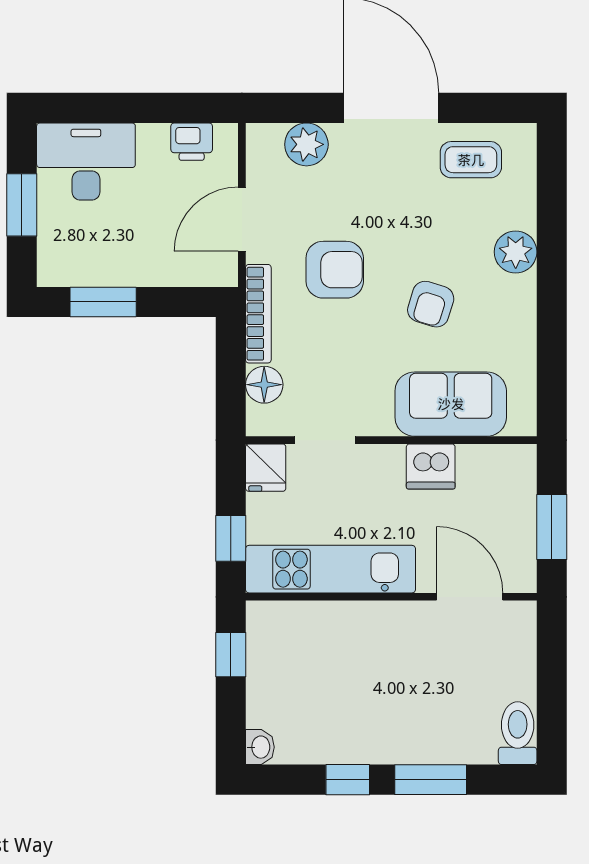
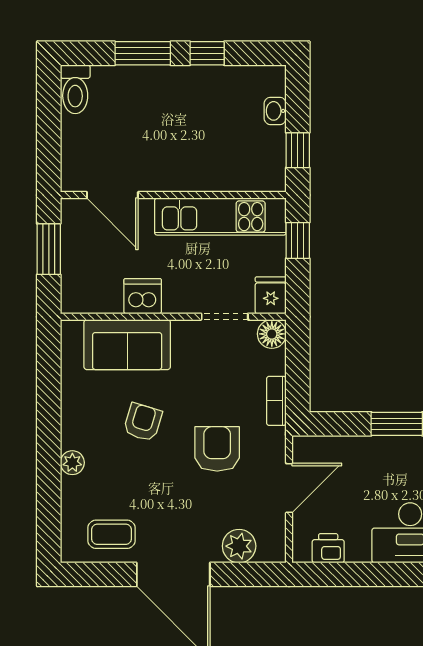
plant: (516, 252) -> (72, 463), width x0.73, depth x0.73
armchair: (335, 270) -> (217, 449), turned 90
bookcase: (258, 314) -> (276, 401), width x0.64
floor lamp: (264, 385) -> (272, 334), moved
washbasin: (260, 747) -> (275, 111), moved

